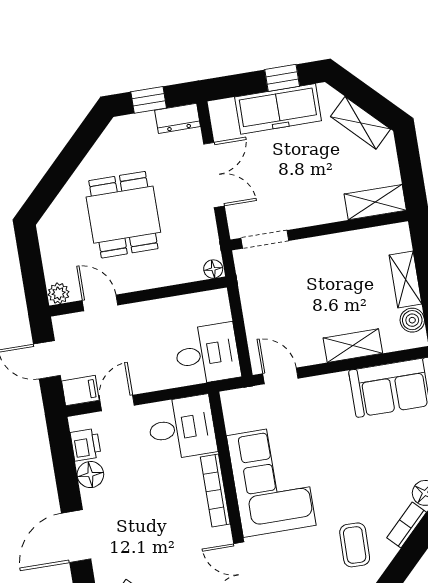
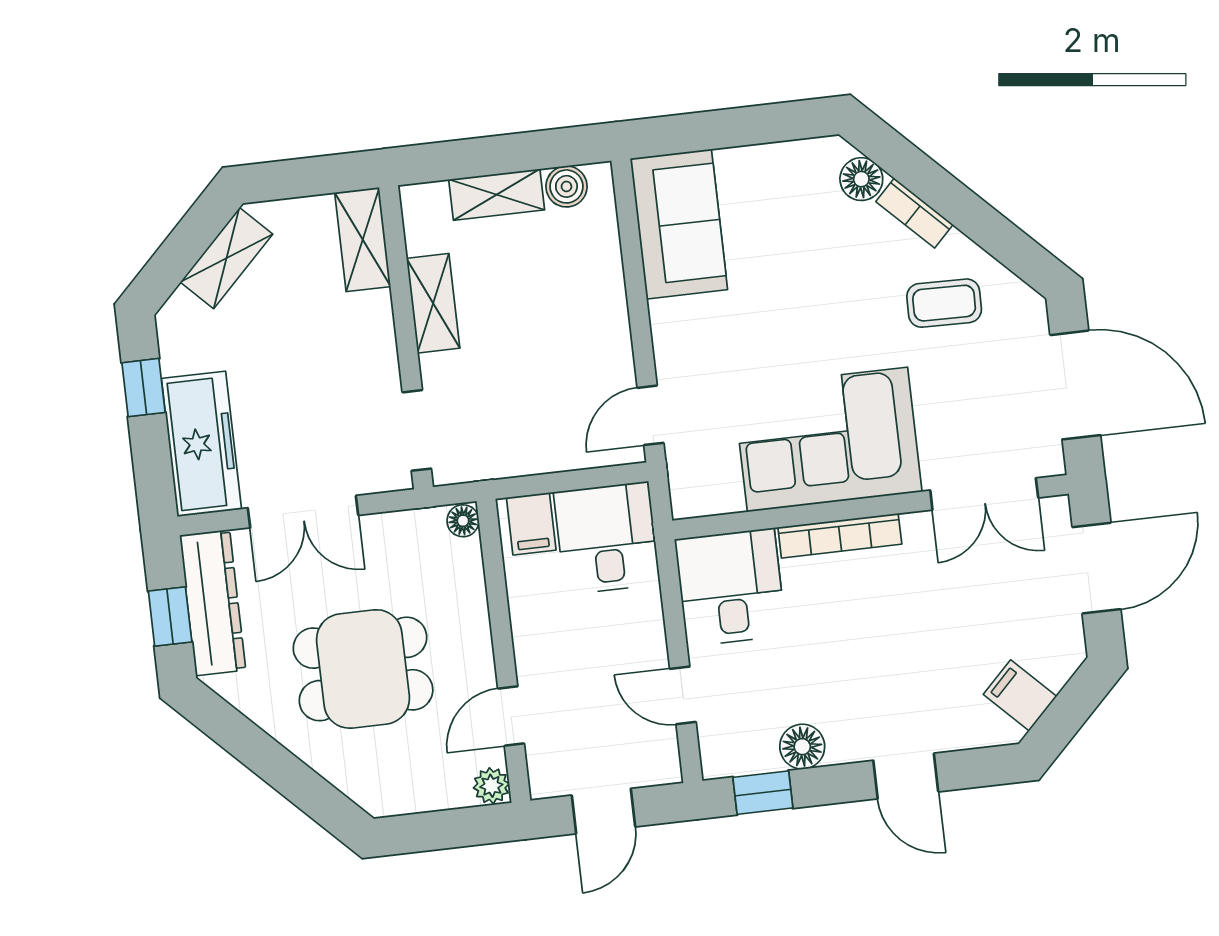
freezer: (278, 109) -> (201, 444), moved
dresser: (178, 118) -> (213, 603), width x1.96, depth x1.24
double door: (214, 175) -> (303, 512), swing flipped
shelving: (353, 346) -> (433, 303), moved
filing cabinet: (80, 391) -> (531, 524), moved, turned 180
printer: (86, 445) -> (751, 752), removed
window: (62, 453) -> (763, 793), added
door: (76, 536) -> (906, 776), width x0.73

